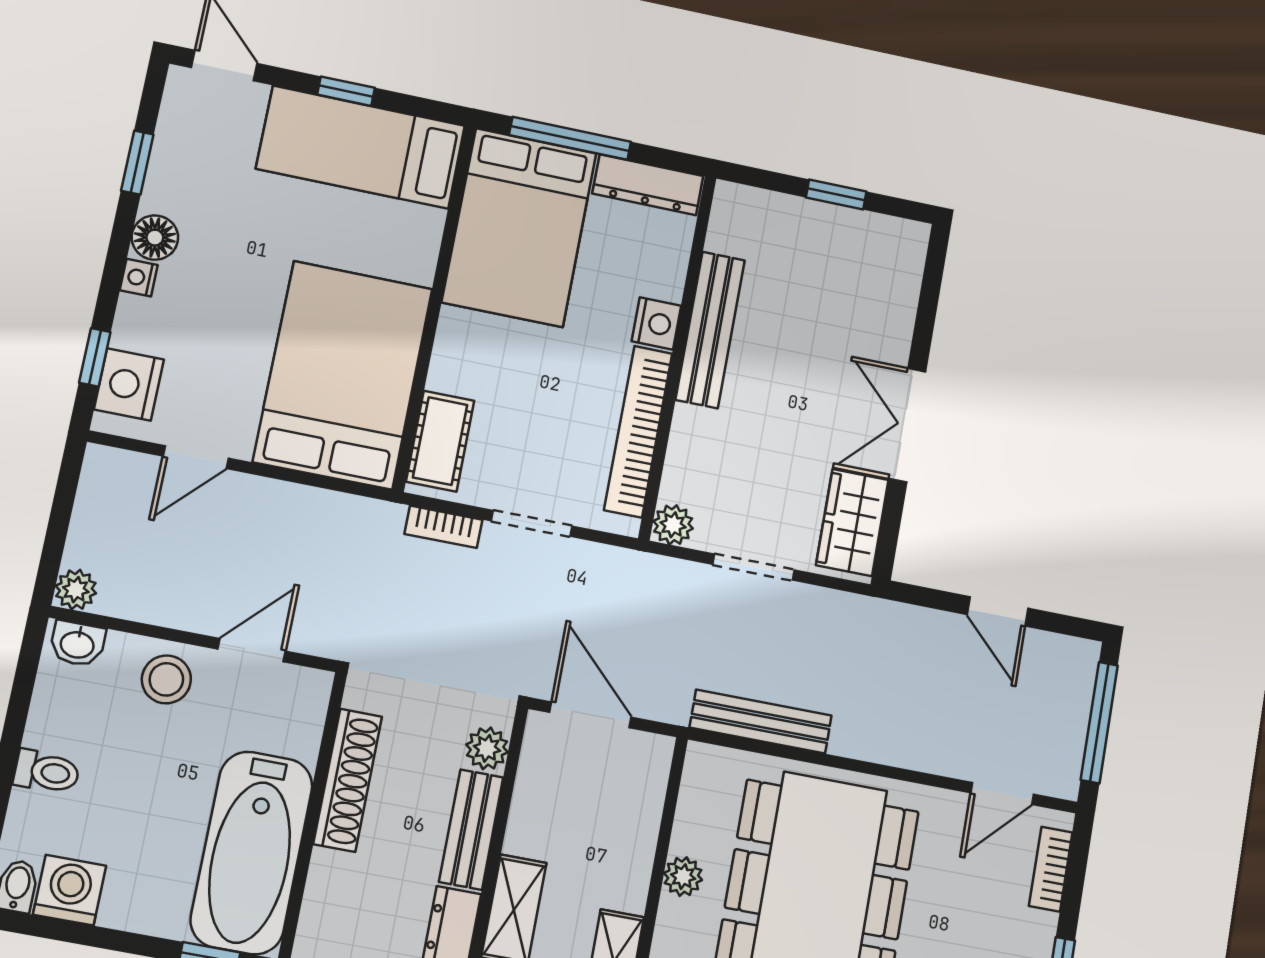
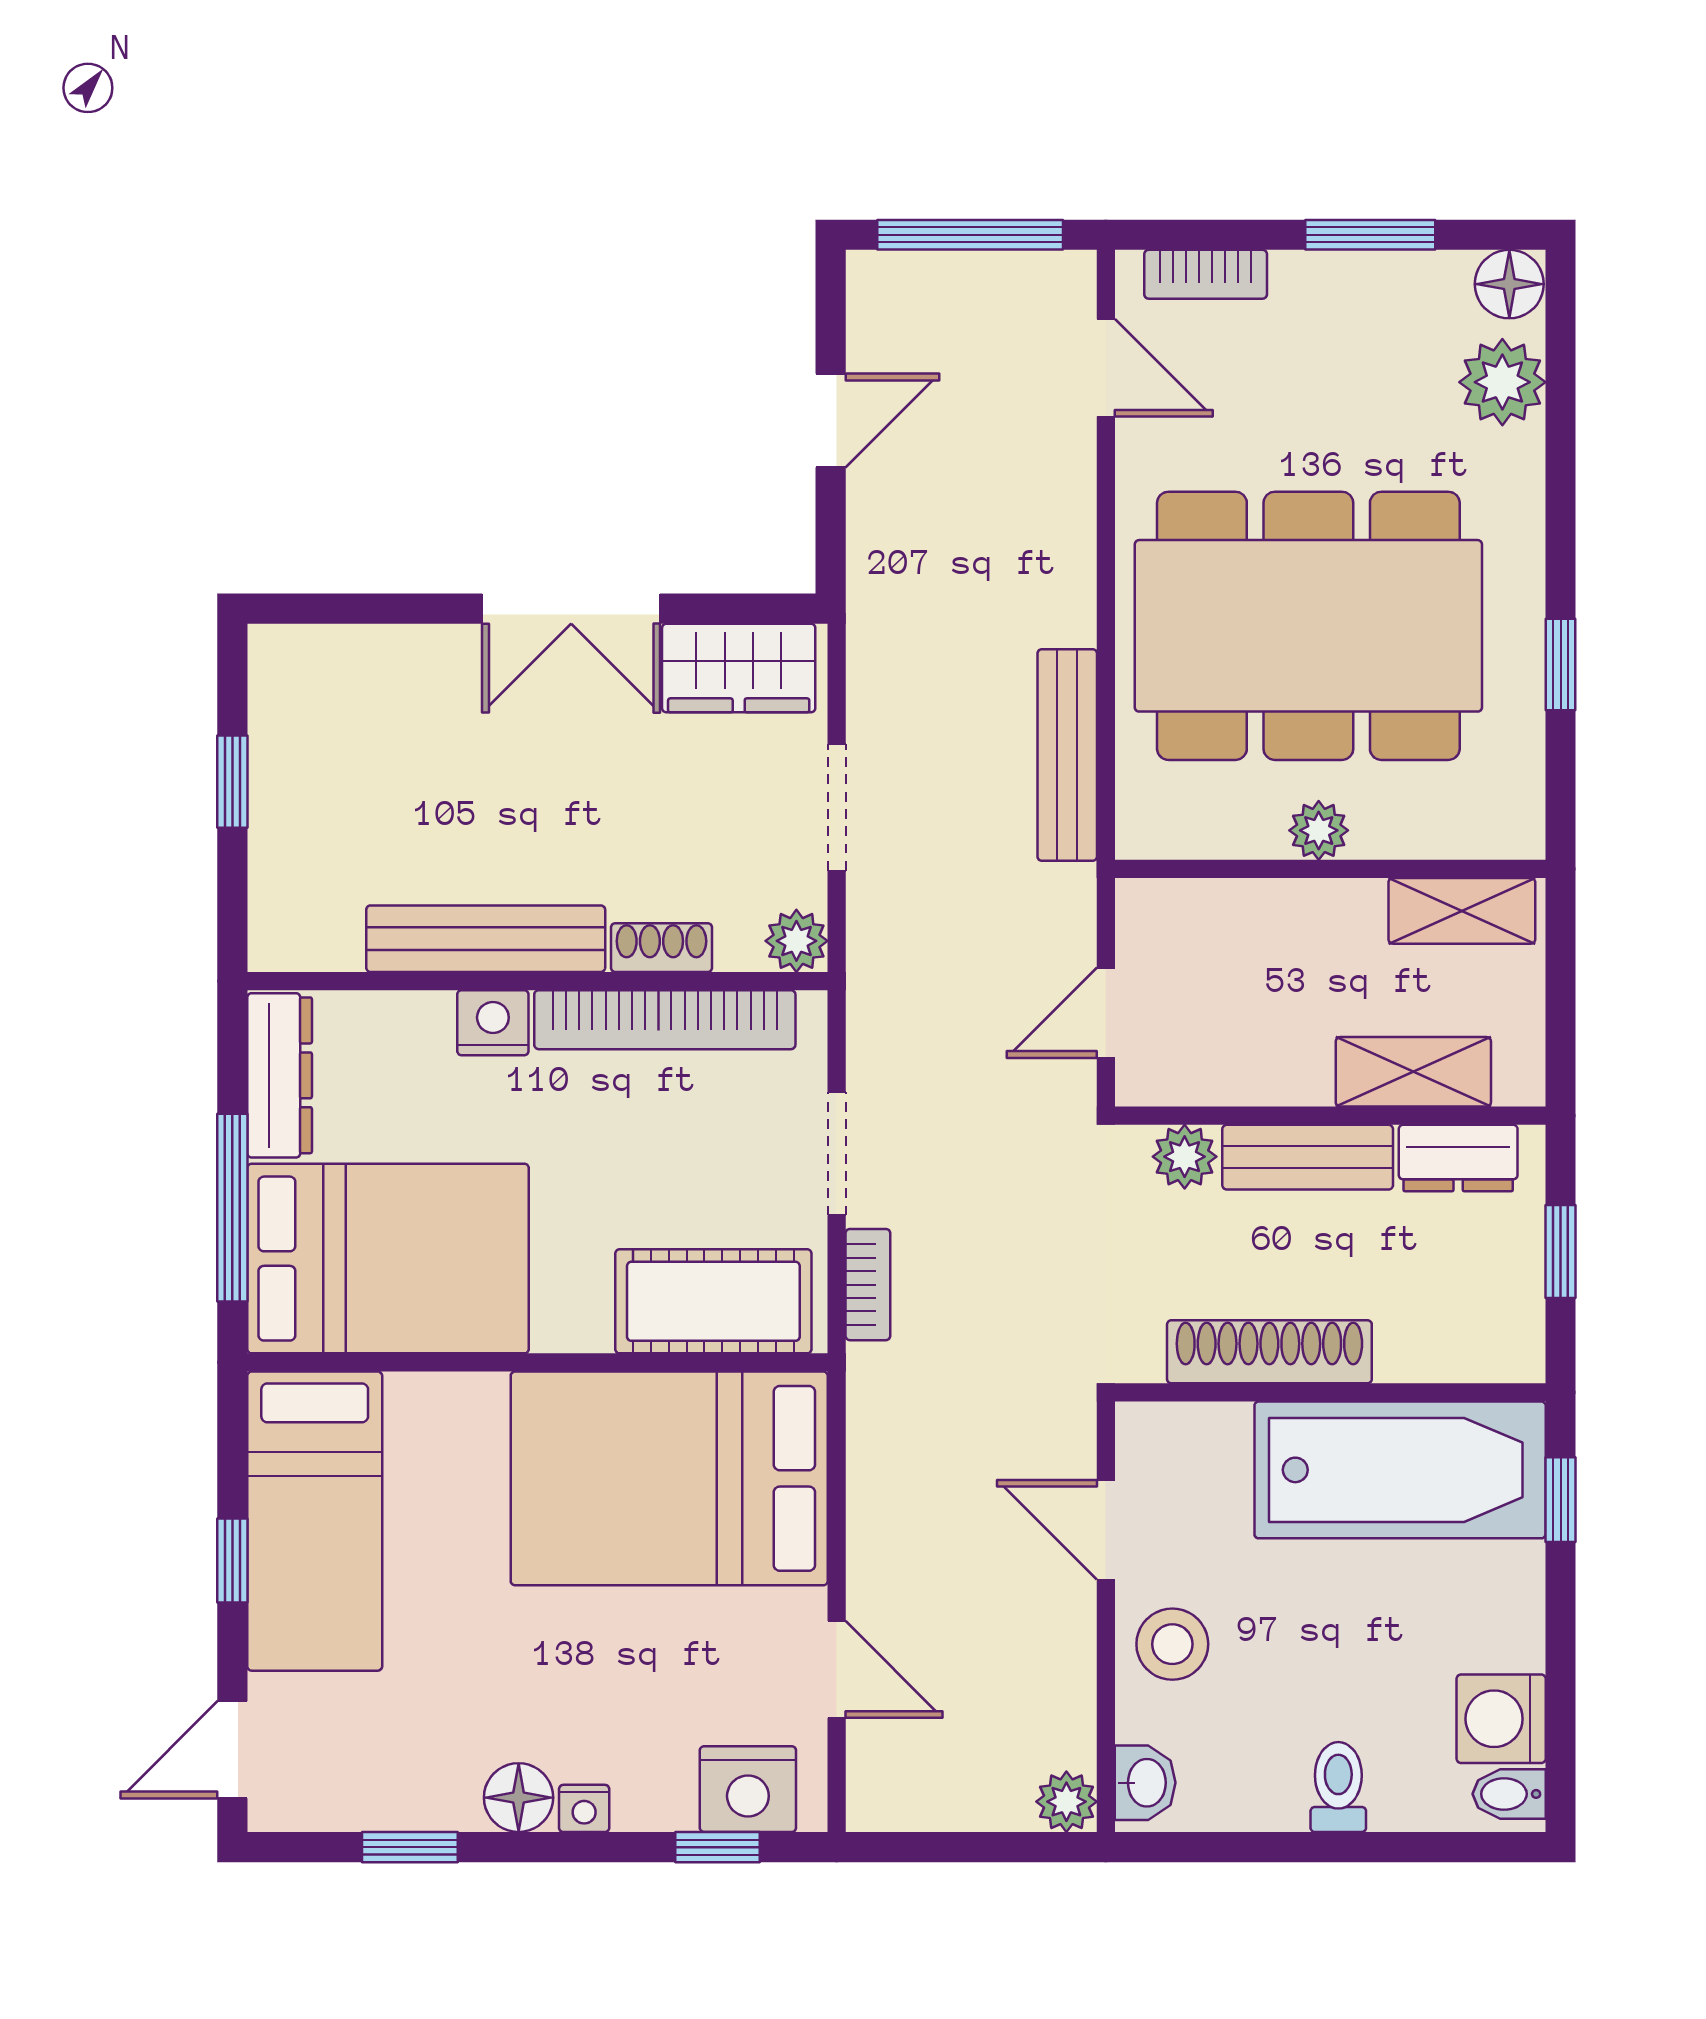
shoe rack: (684, 439) -> (661, 948), added
cot: (440, 441) -> (713, 1301), width x1.37, depth x1.34
door: (590, 715) -> (1106, 1013), width x0.73

